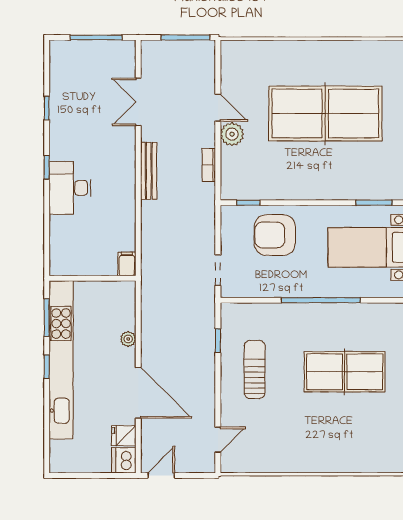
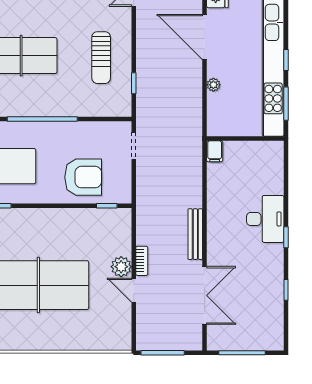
double door: (138, 102) -> (205, 295), width x1.37
bookcase: (209, 165) -> (142, 261), moved

